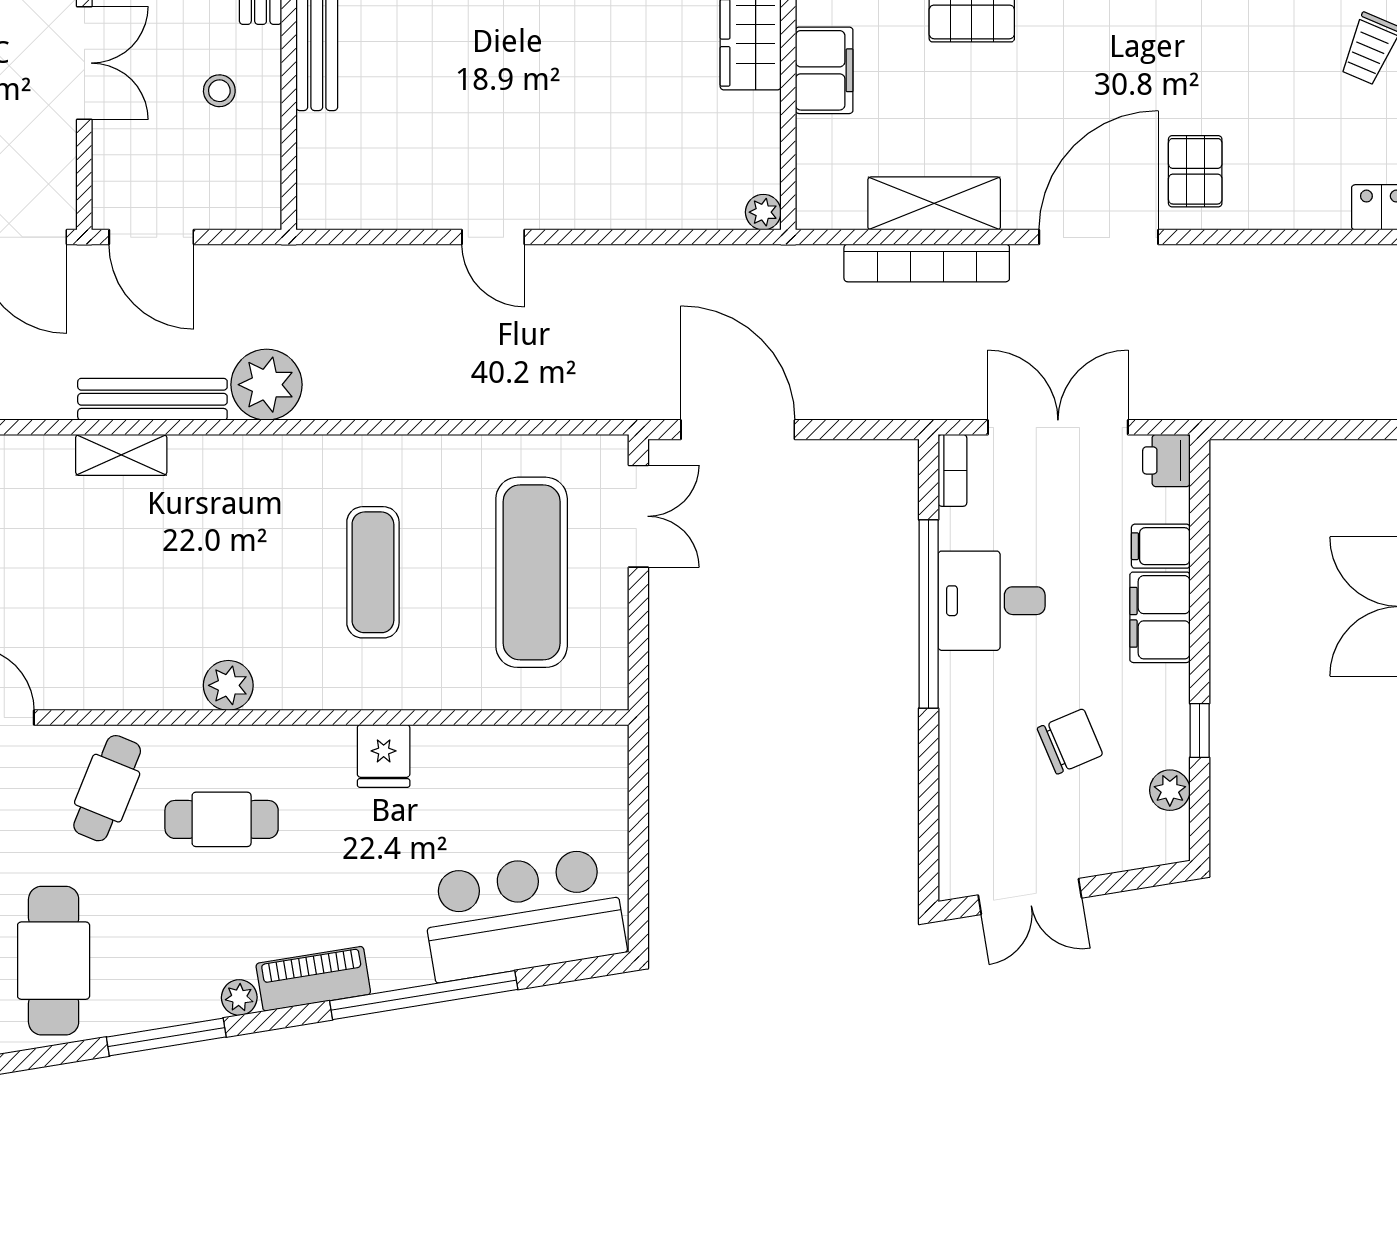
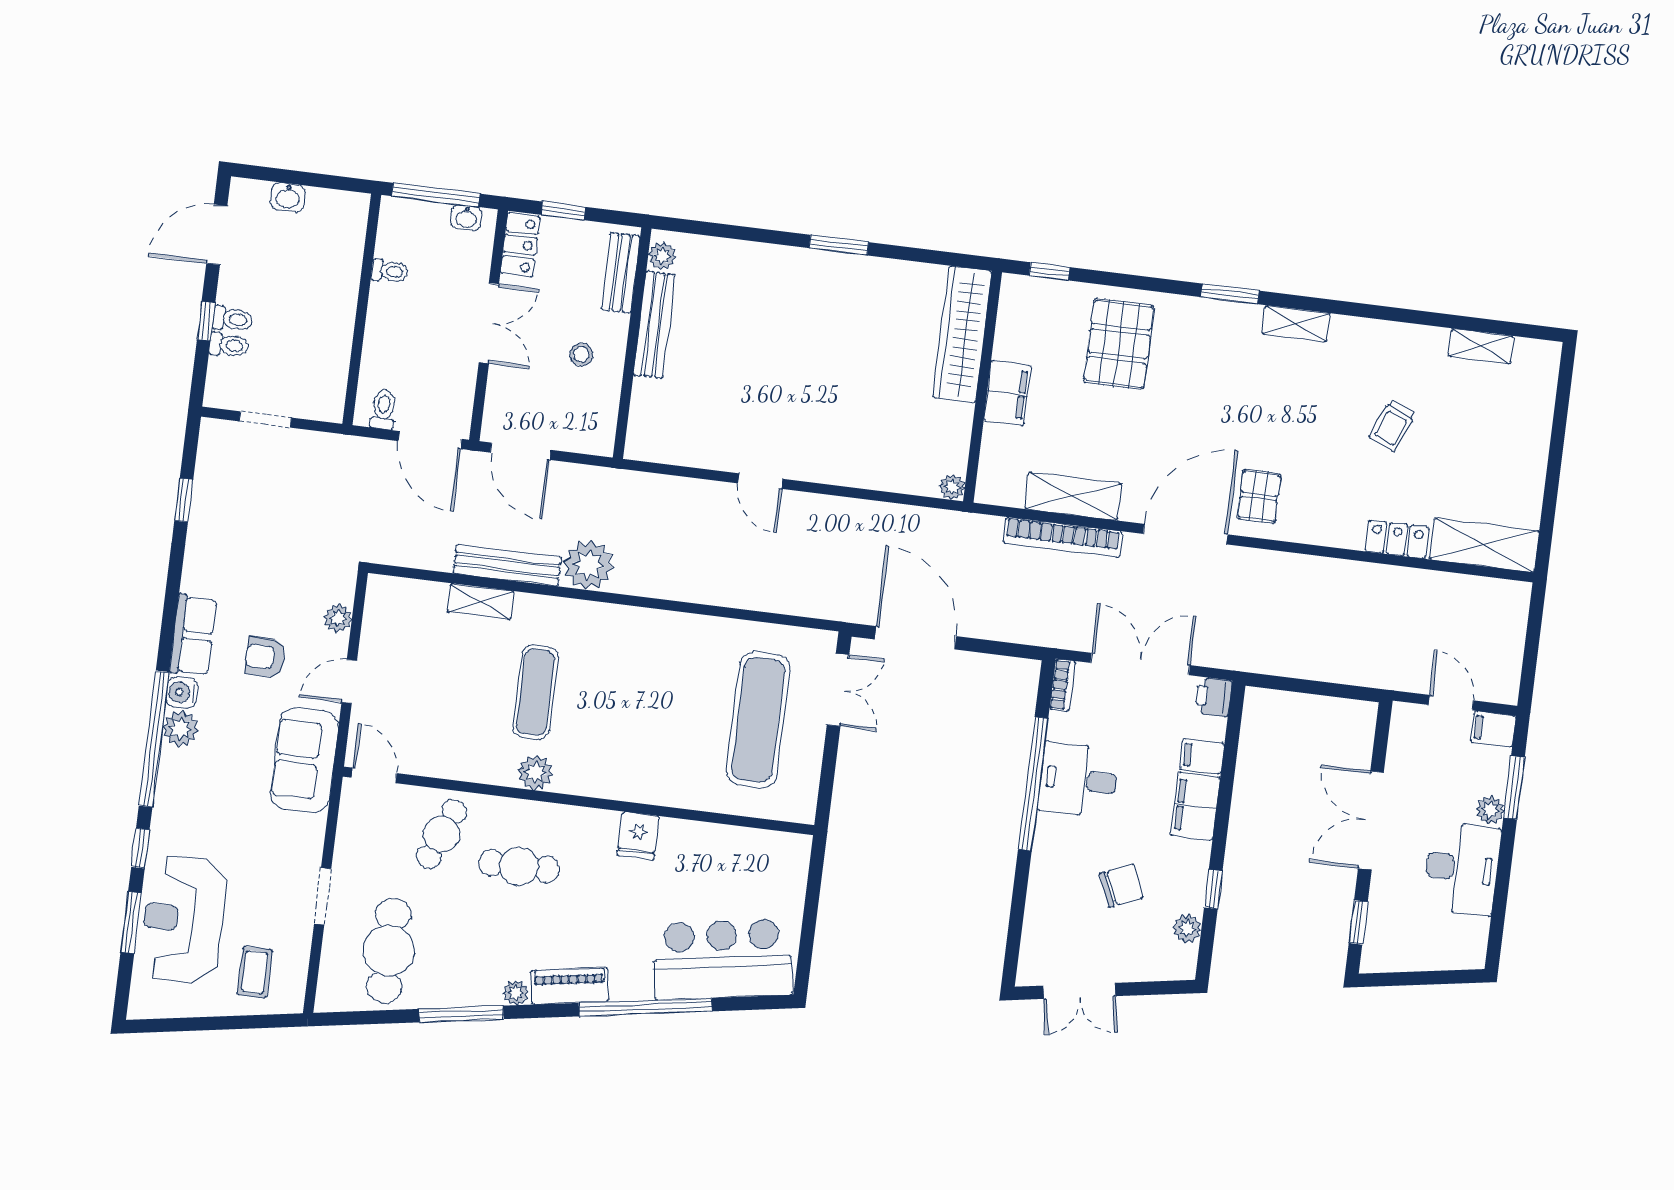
exercise mat: (373, 572) -> (535, 692), moved

